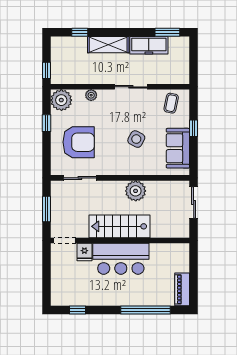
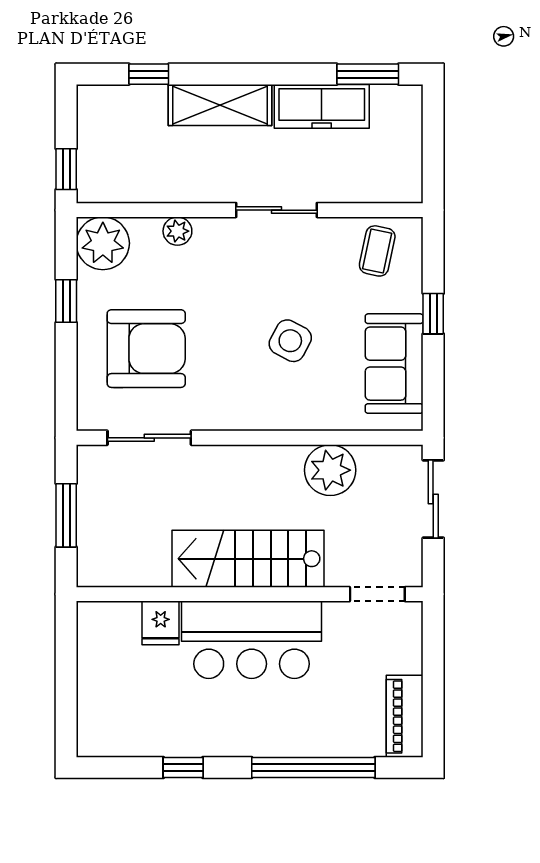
plant: (136, 191) -> (330, 470), moved
doorway: (65, 241) -> (377, 594), moved
window: (77, 310) -> (183, 767), moved

